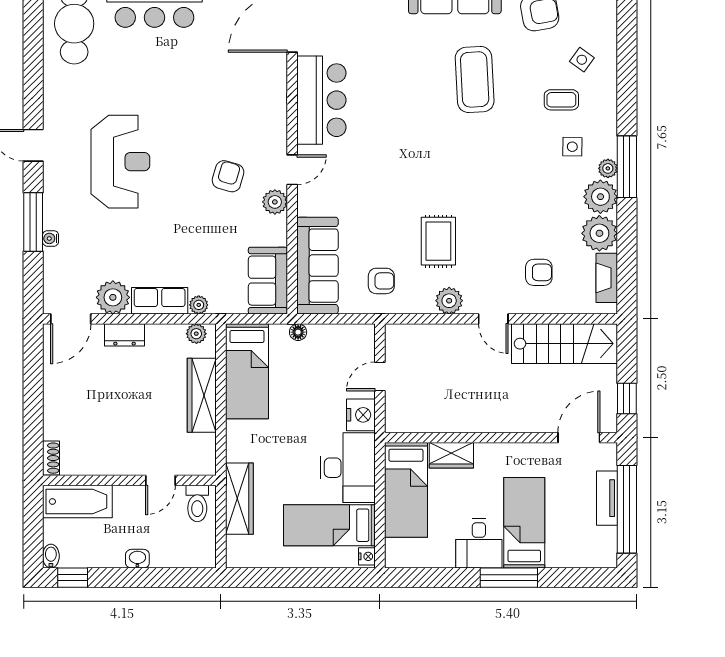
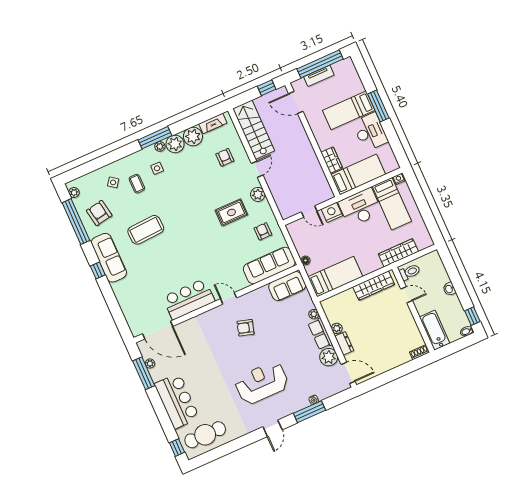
plant: (275, 202) -> (248, 300), removed
plant: (196, 334) -> (337, 328), moved
wardrobe: (202, 395) -> (374, 286), moved
desk: (479, 543) -> (370, 132), width x1.37

